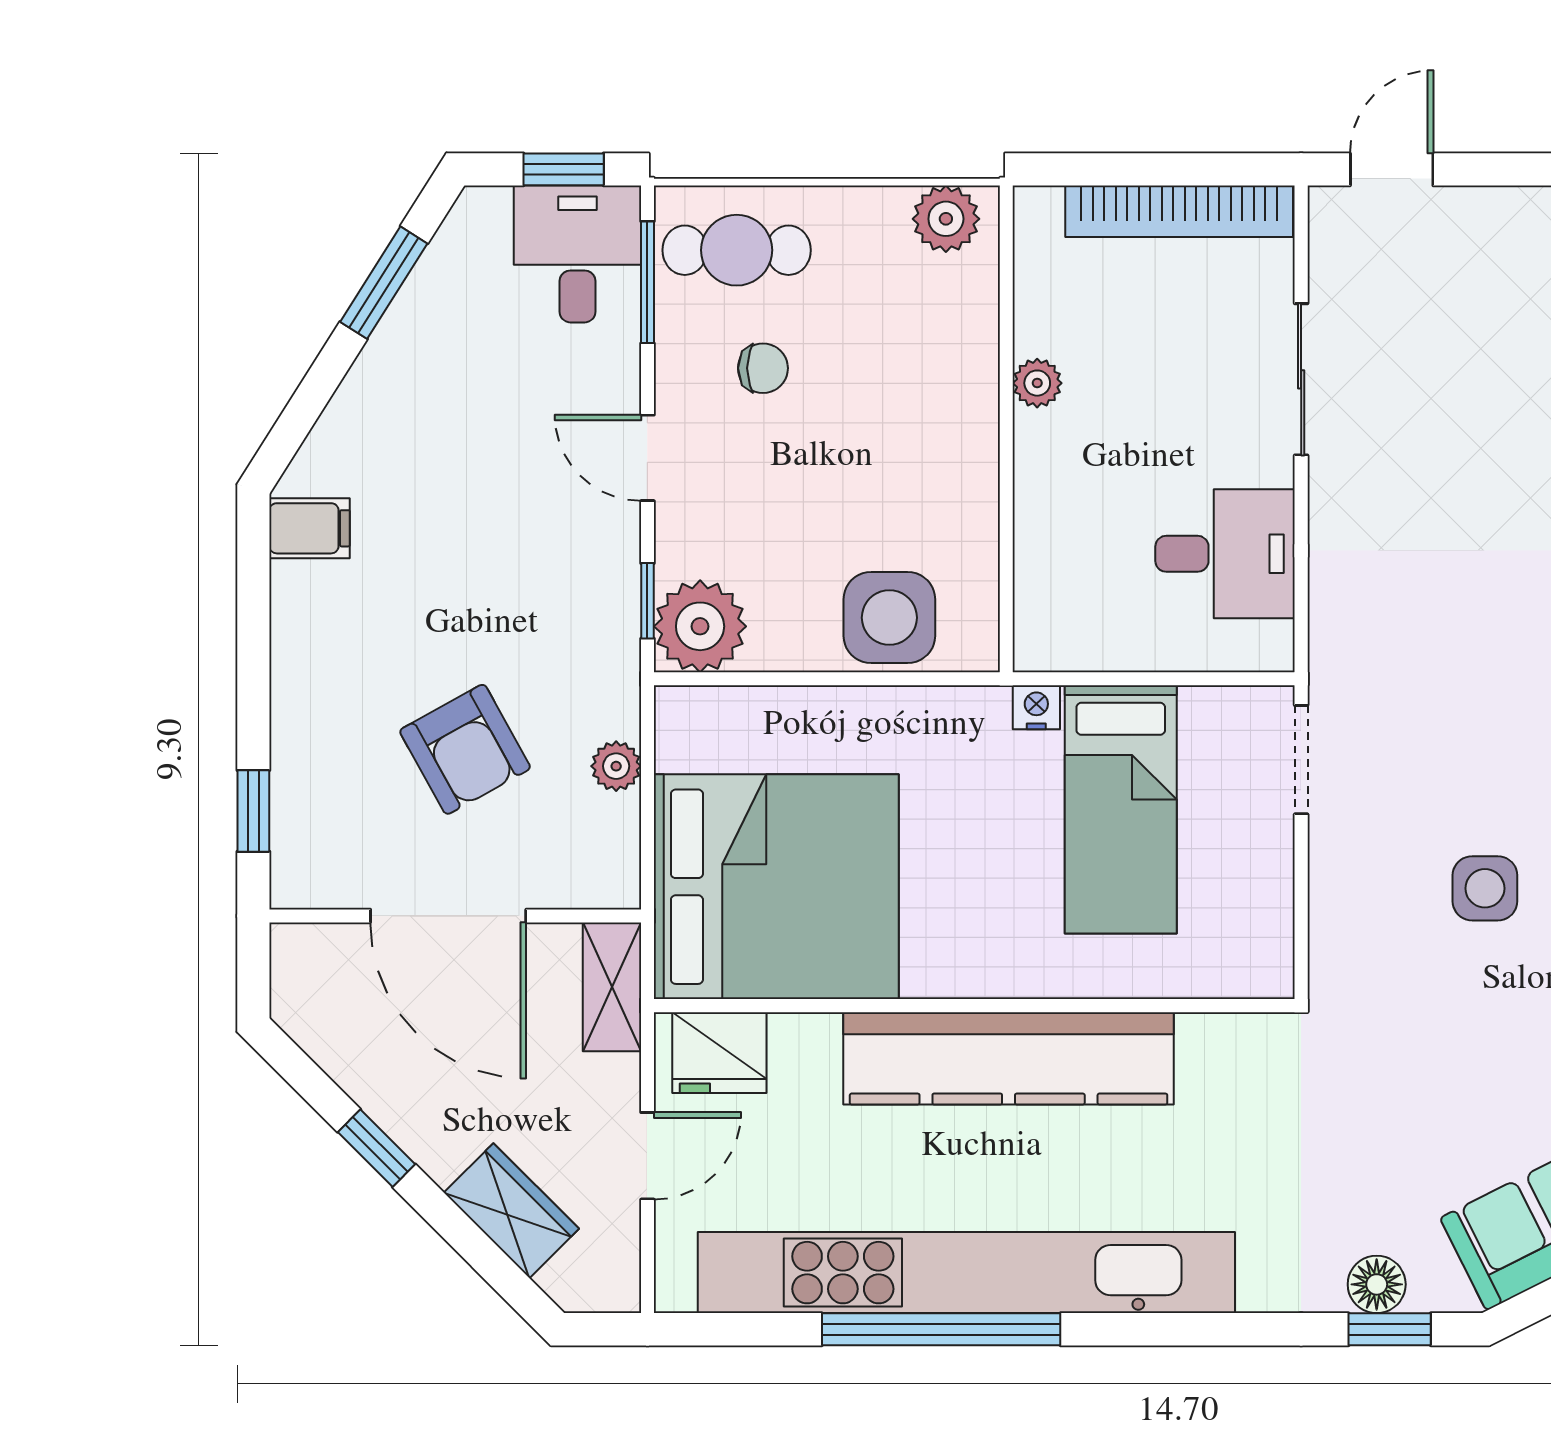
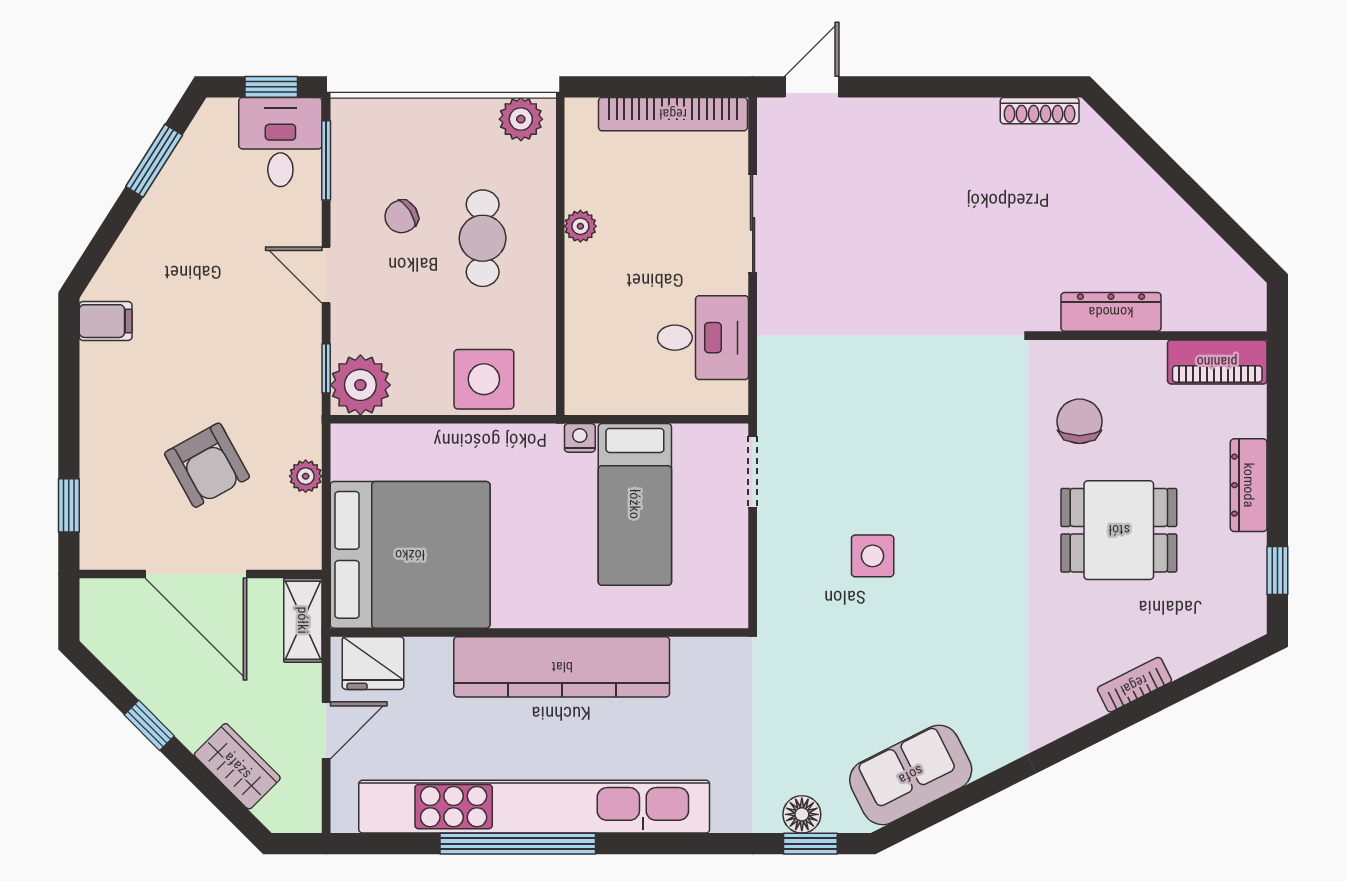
cafe table: (737, 250) -> (483, 238), moved, turned 90
chair: (763, 368) -> (401, 217), turned 147

